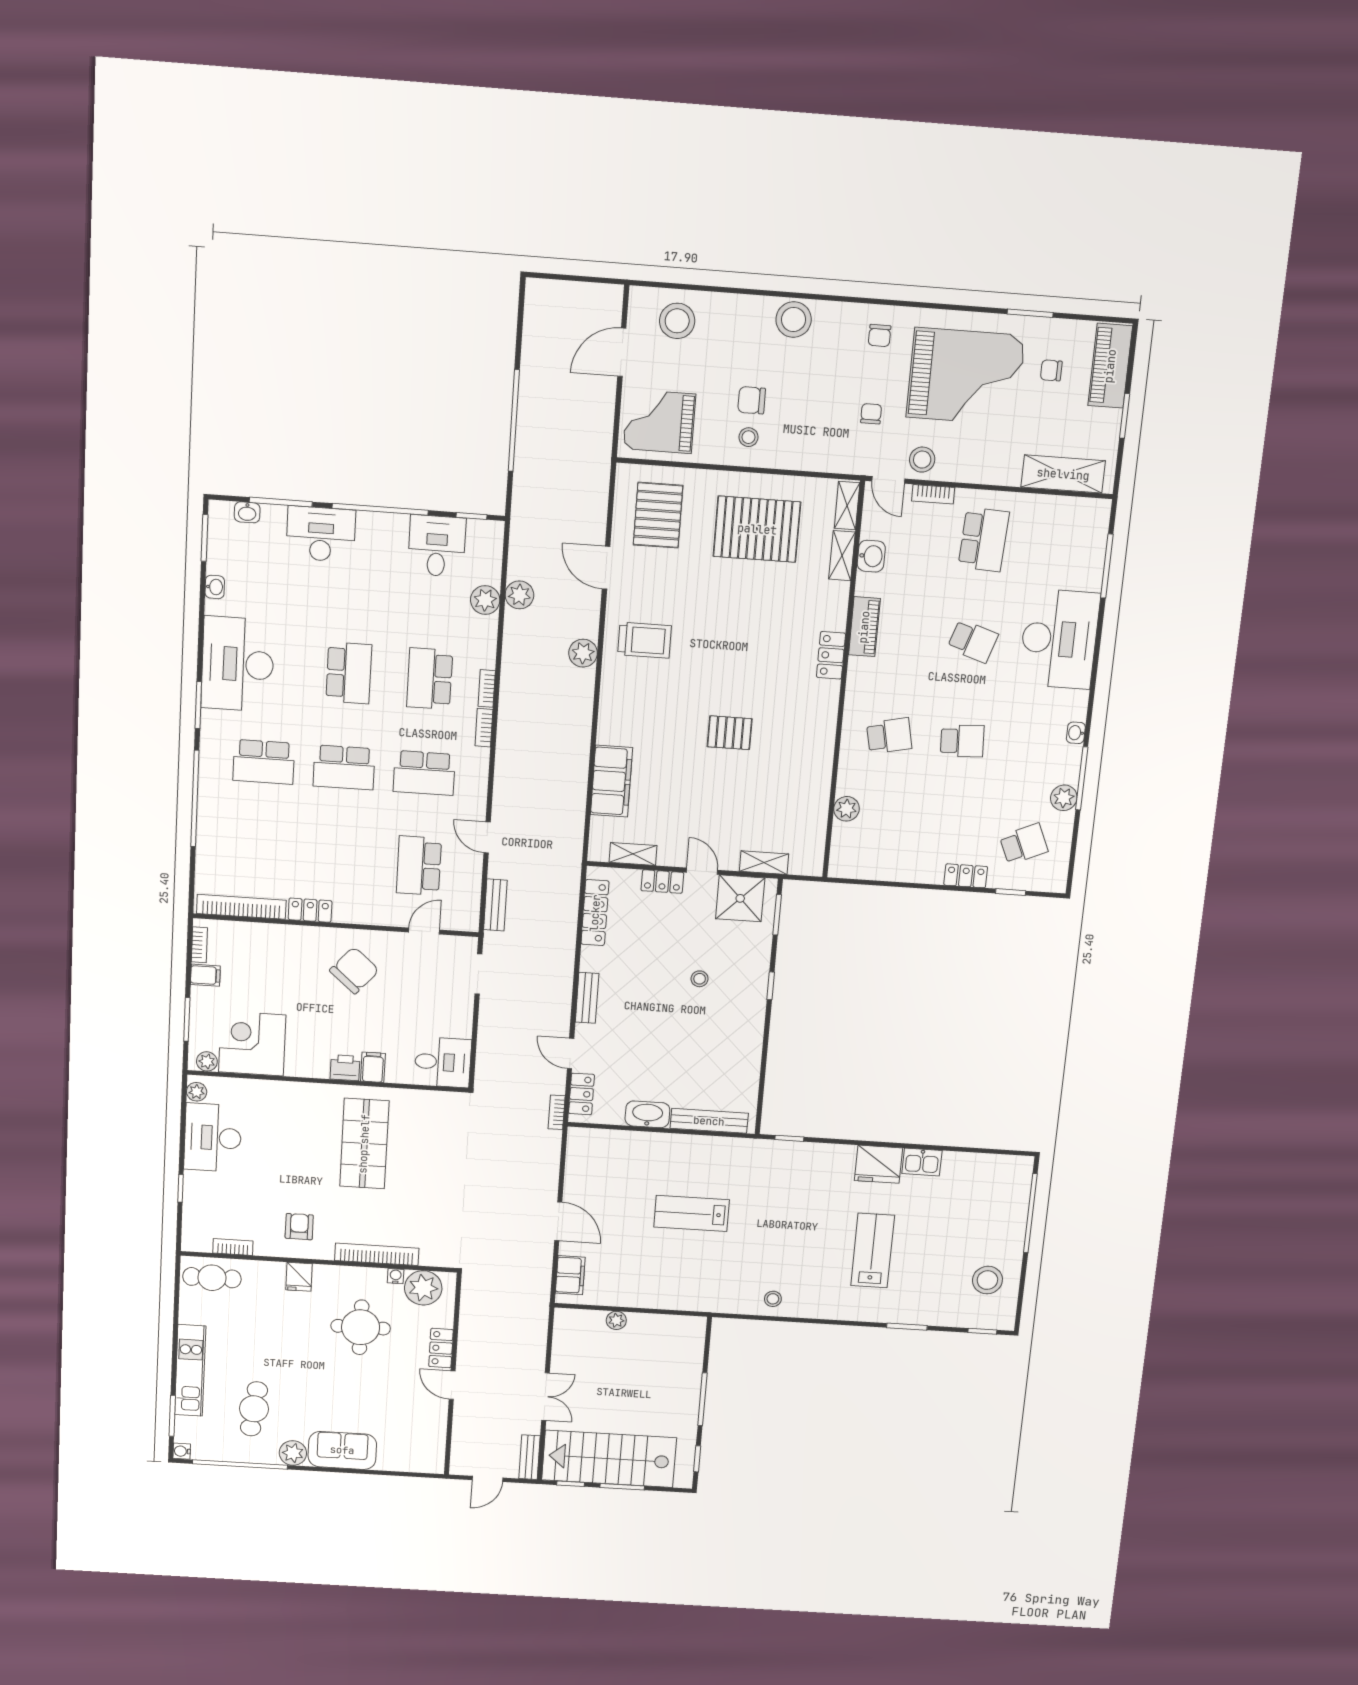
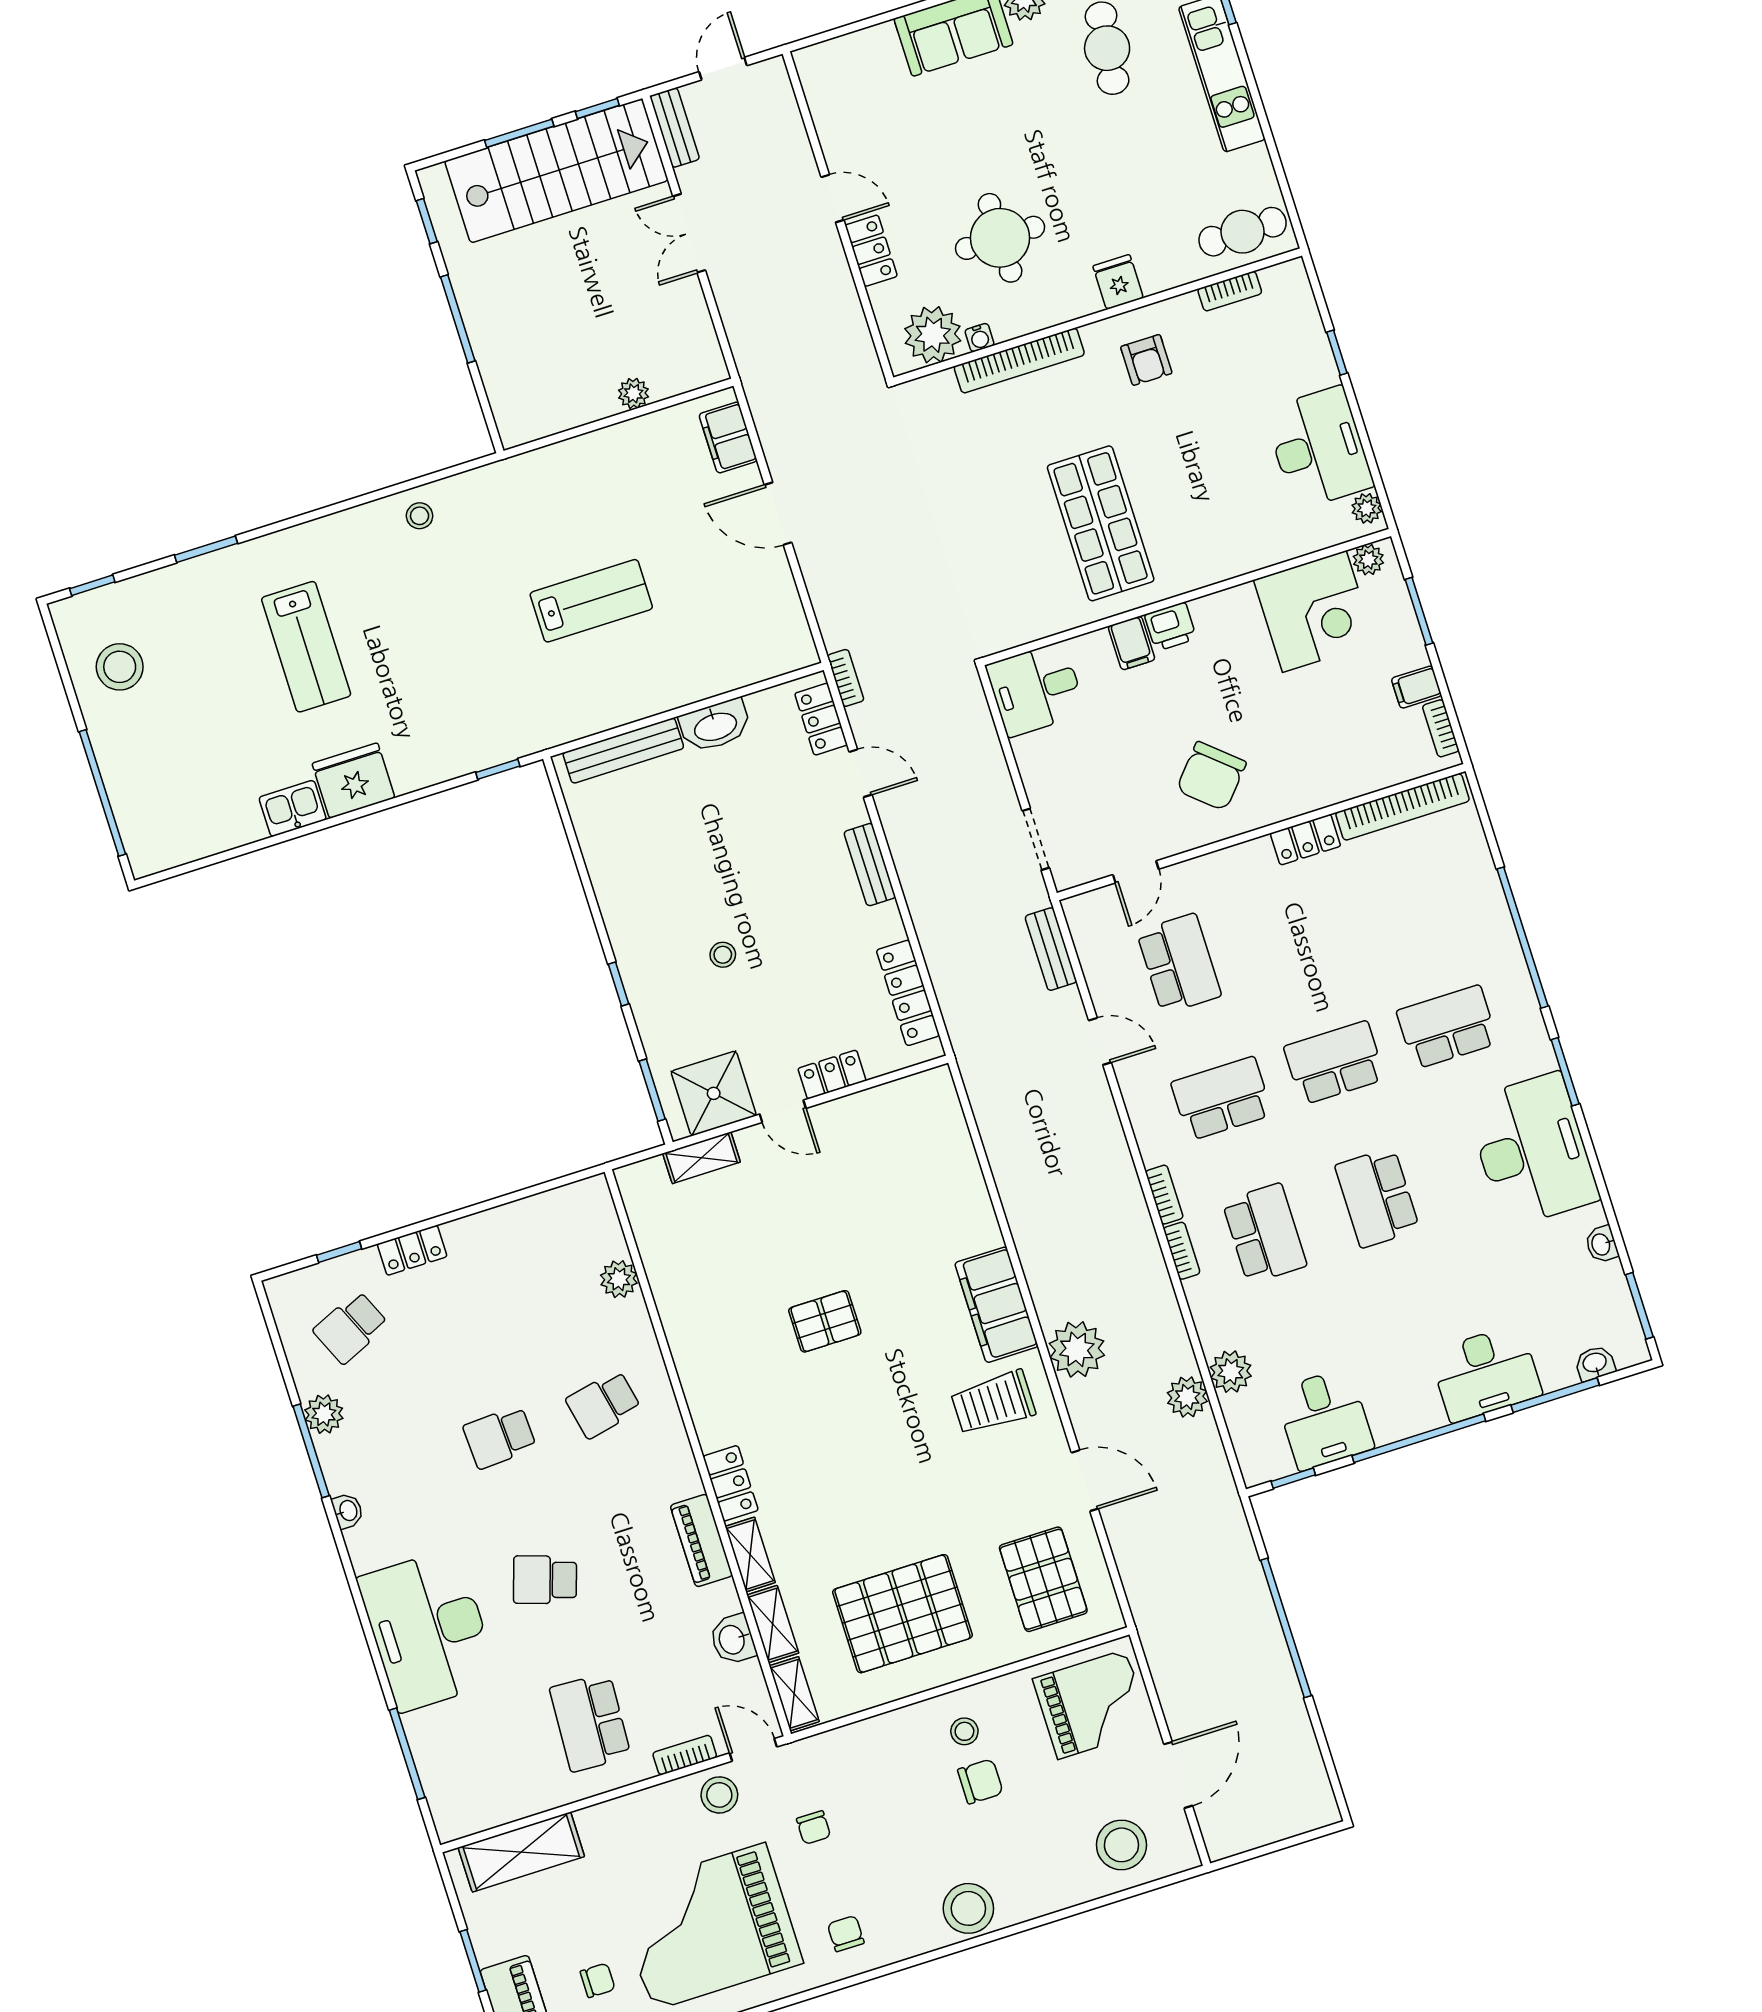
plant: (583, 653) -> (1077, 1349), width x1.36, depth x1.36
filing cabinet: (611, 781) -> (996, 1305), moved
shelving: (633, 854) -> (750, 1555), moved, turned 90

